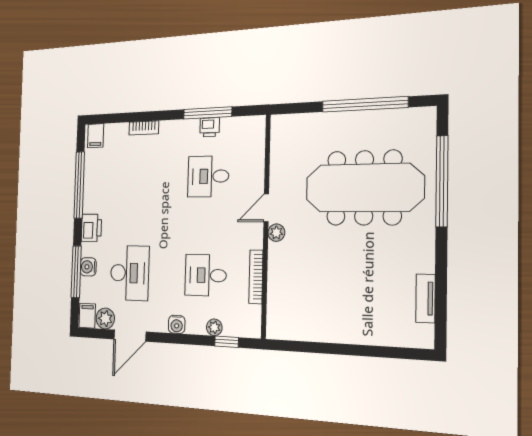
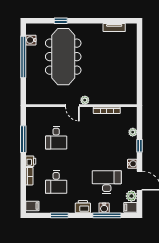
water cooler: (400, 118) -> (31, 40), added
printer: (210, 127) -> (31, 161), moved
window: (442, 181) -> (61, 21), width x0.32
window: (79, 185) -> (59, 215), width x0.47
desk: (206, 275) -> (56, 182), moved
water cooler: (177, 324) -> (132, 164), moved
window: (227, 342) -> (140, 146), moved

